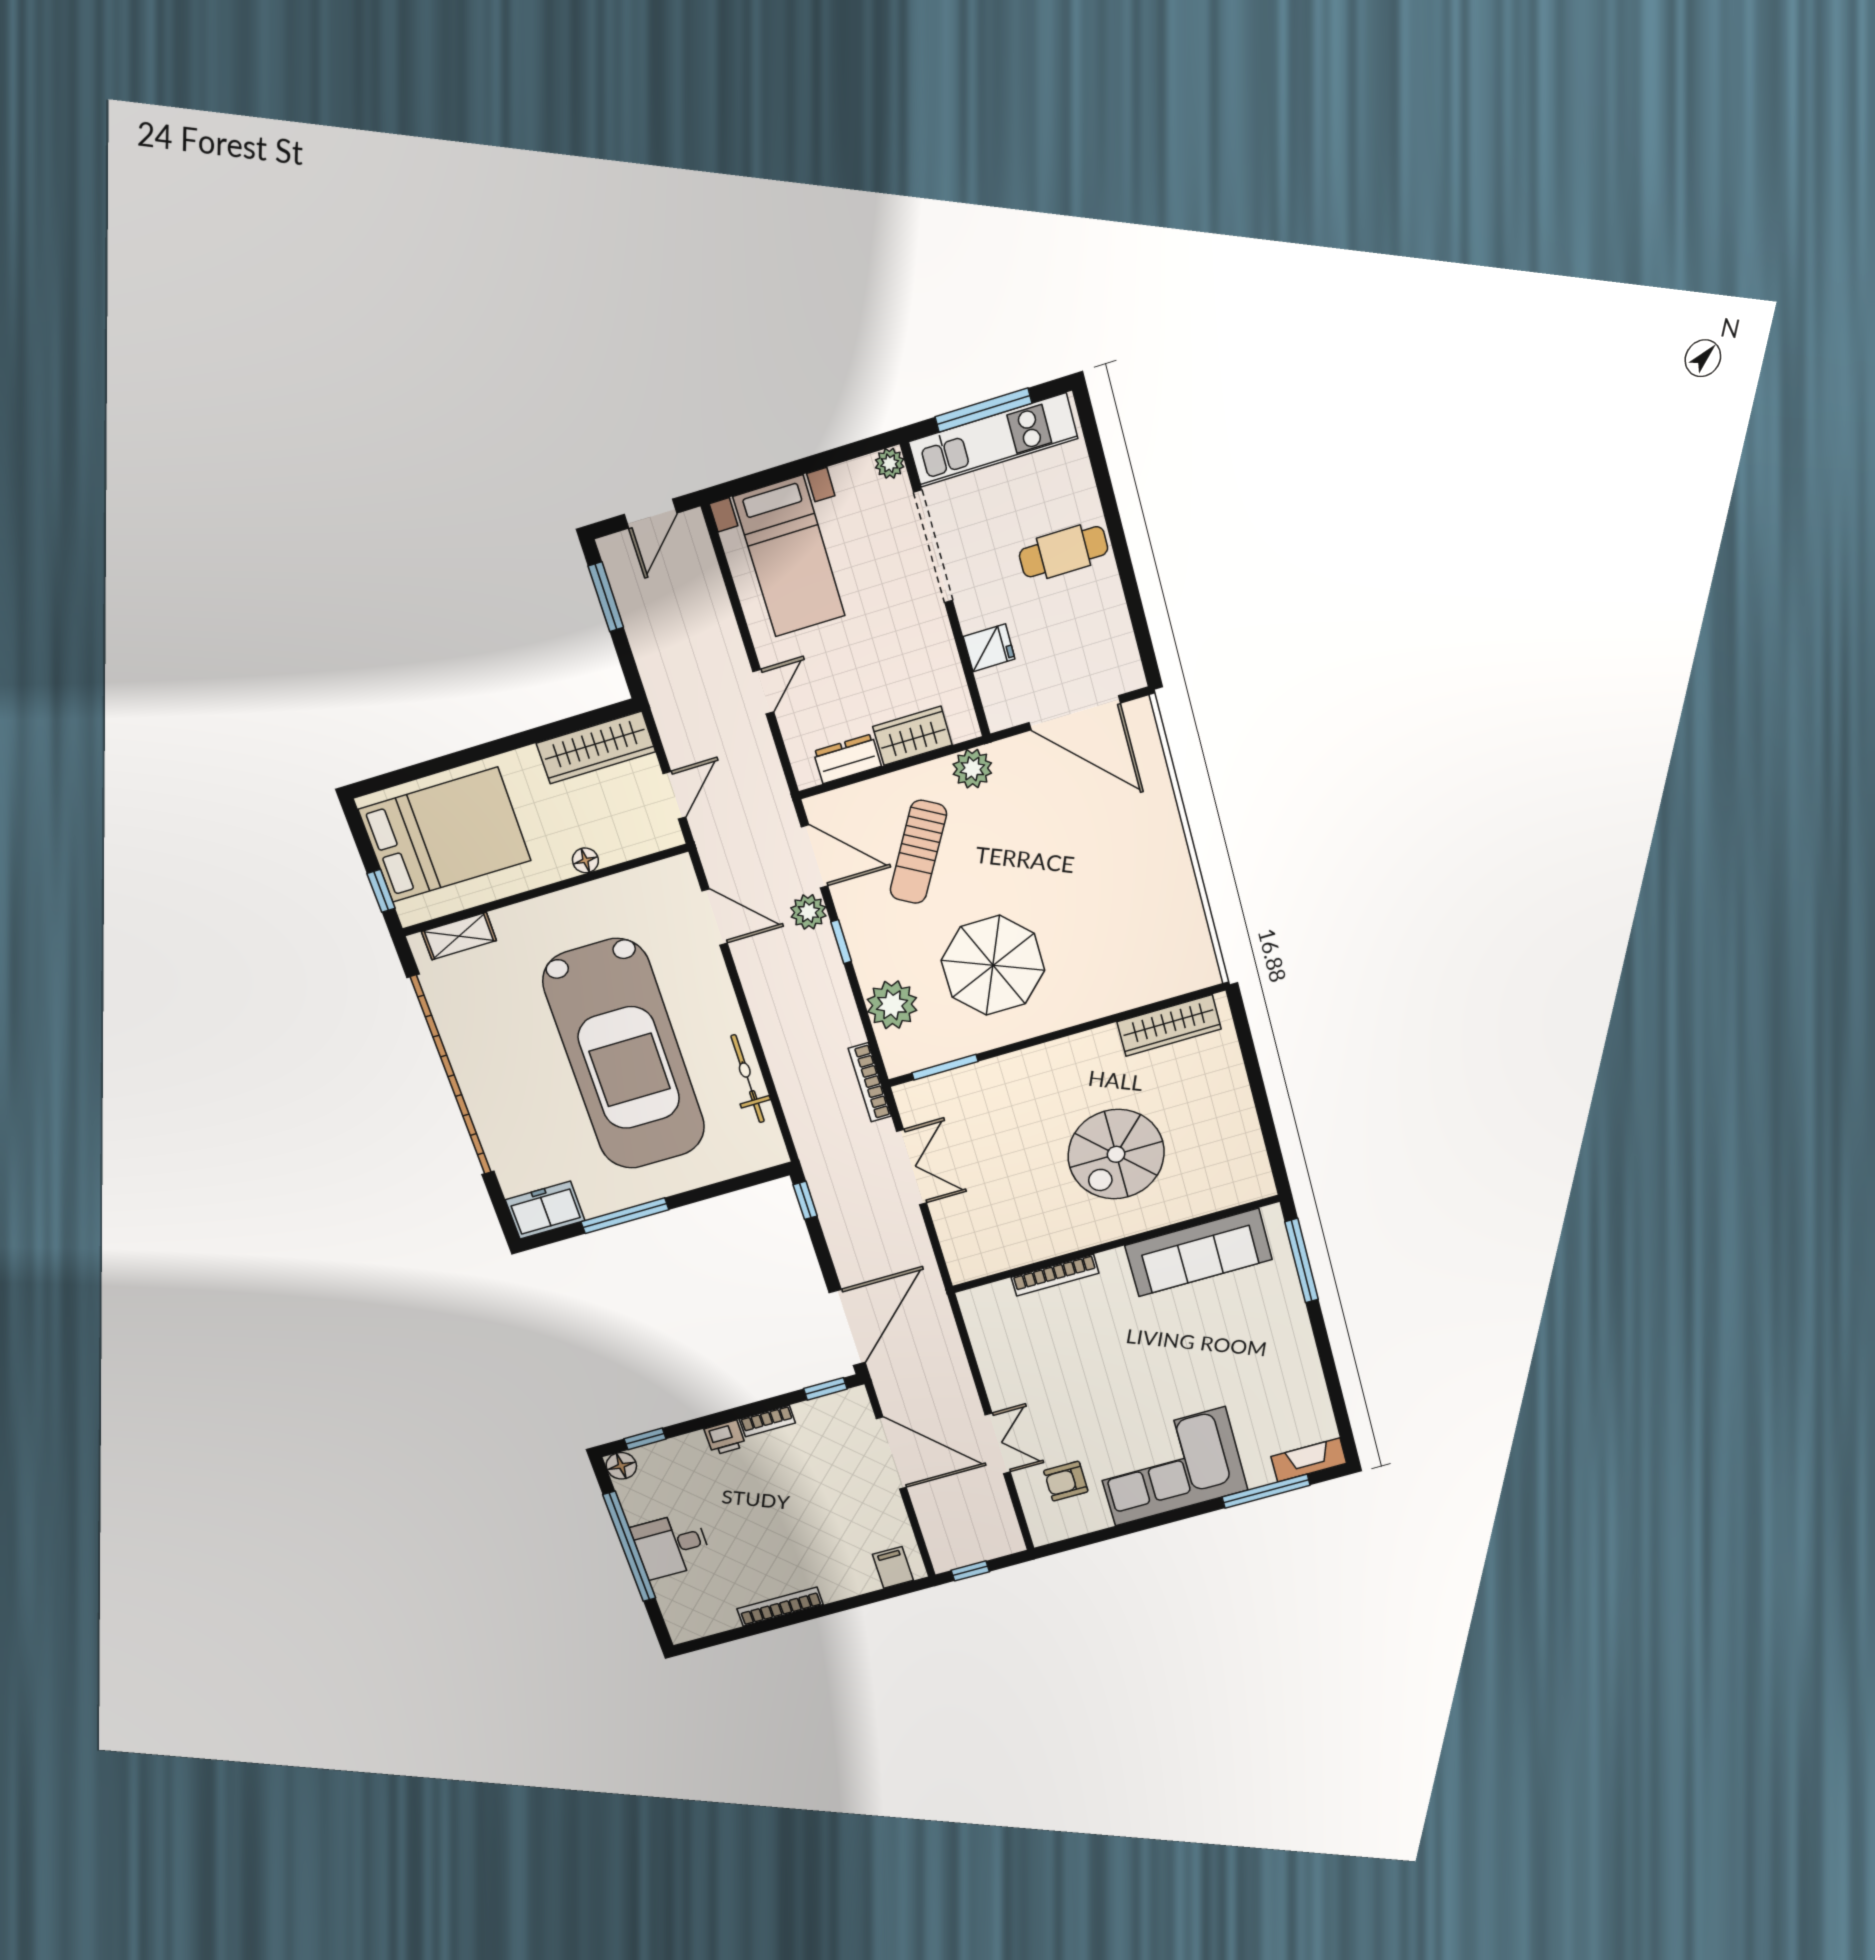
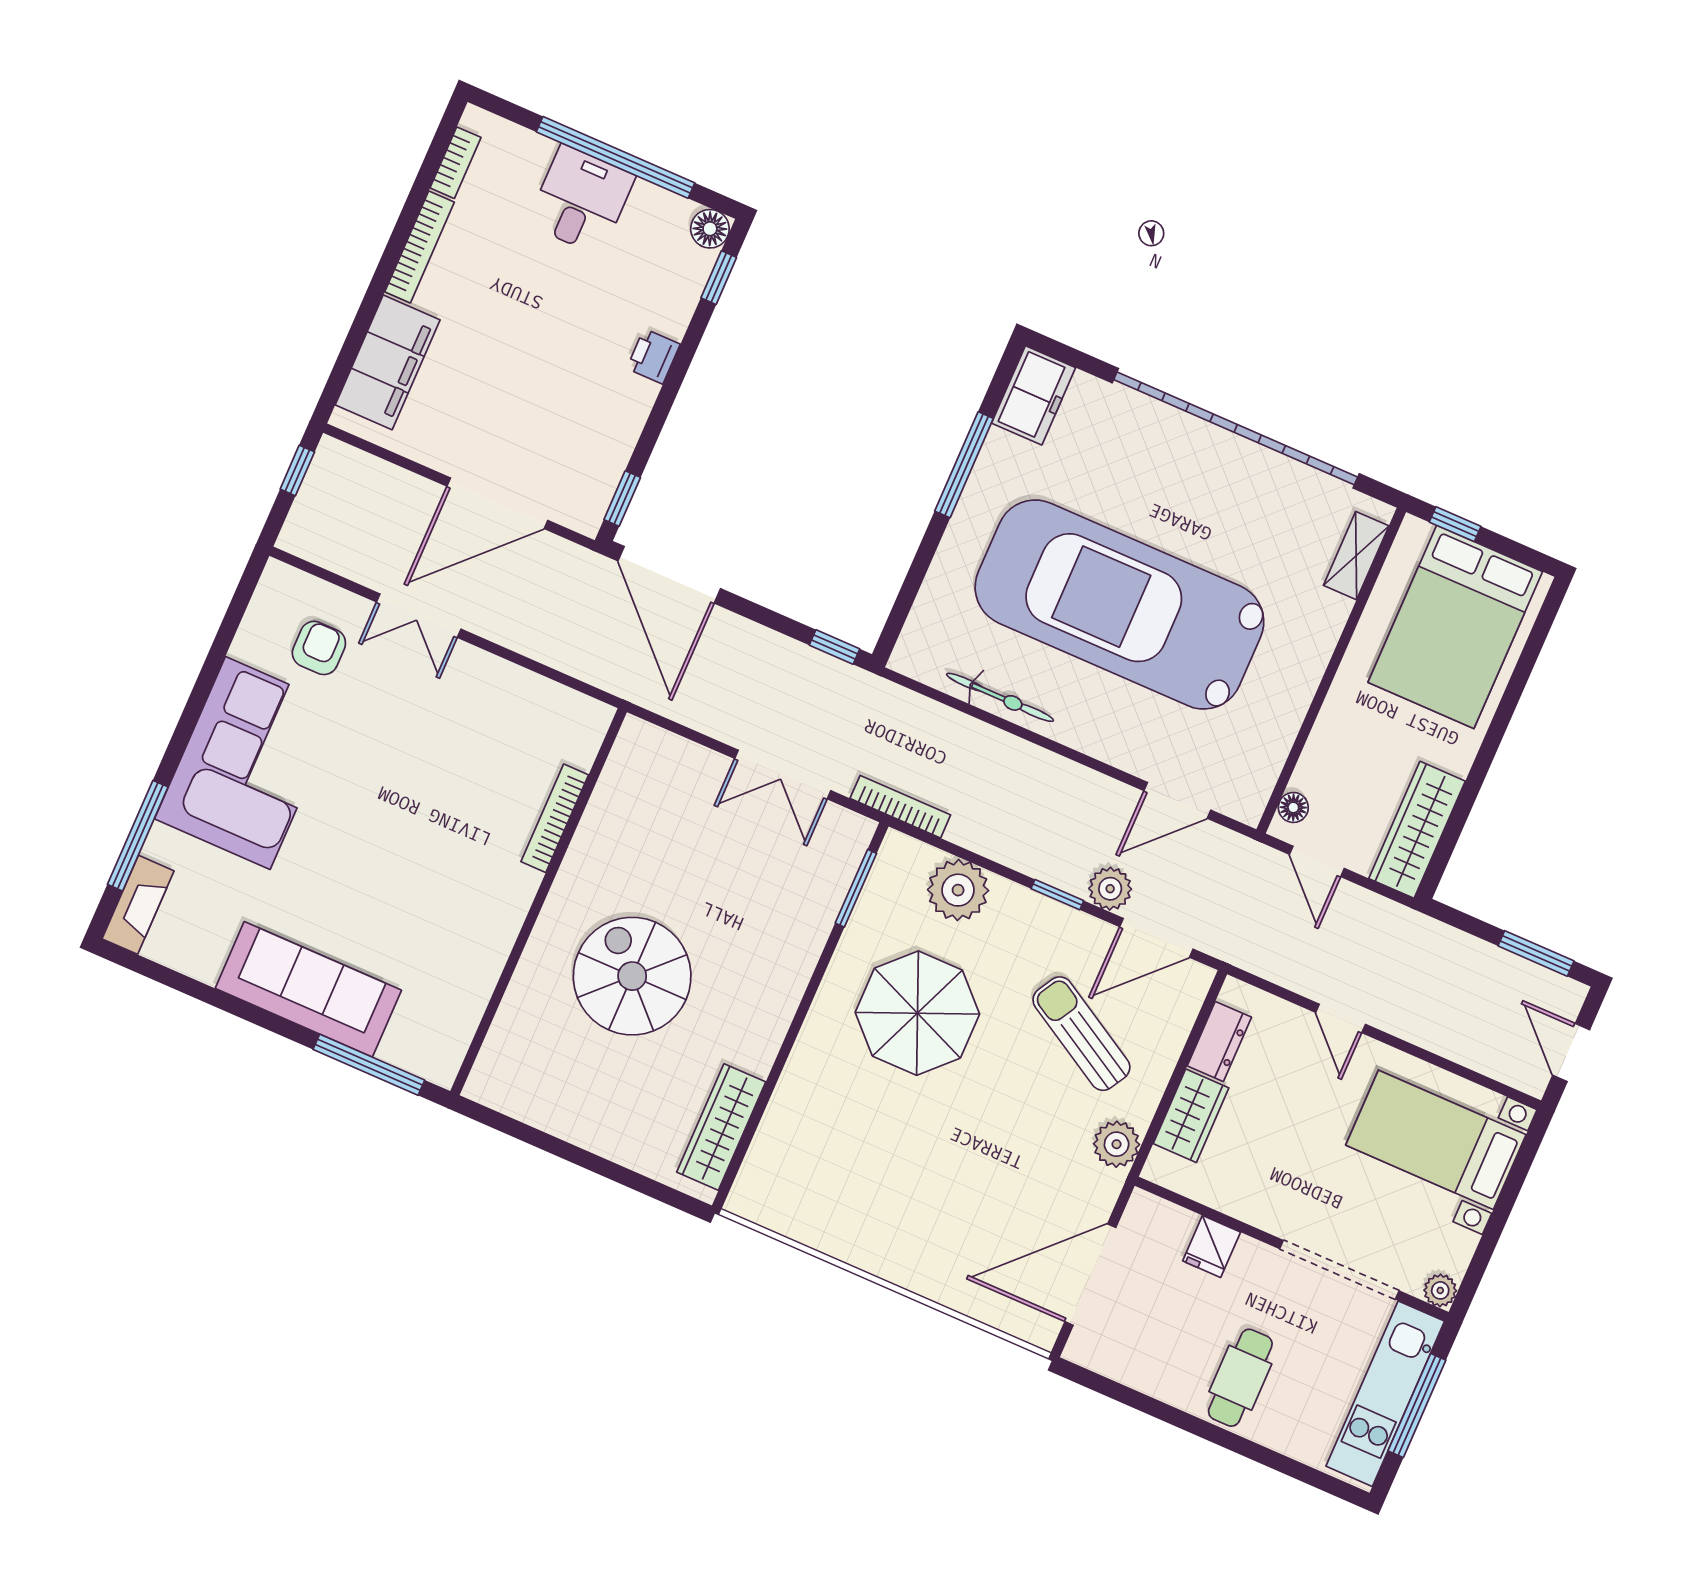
floor lamp: (585, 860) -> (1293, 807), moved
sofa: (1199, 1252) -> (308, 989), moved, turned 90
bookcase: (767, 1421) -> (456, 163), moved, turned 180
filing cabinet: (893, 1567) -> (388, 362), width x3.00, depth x1.17

